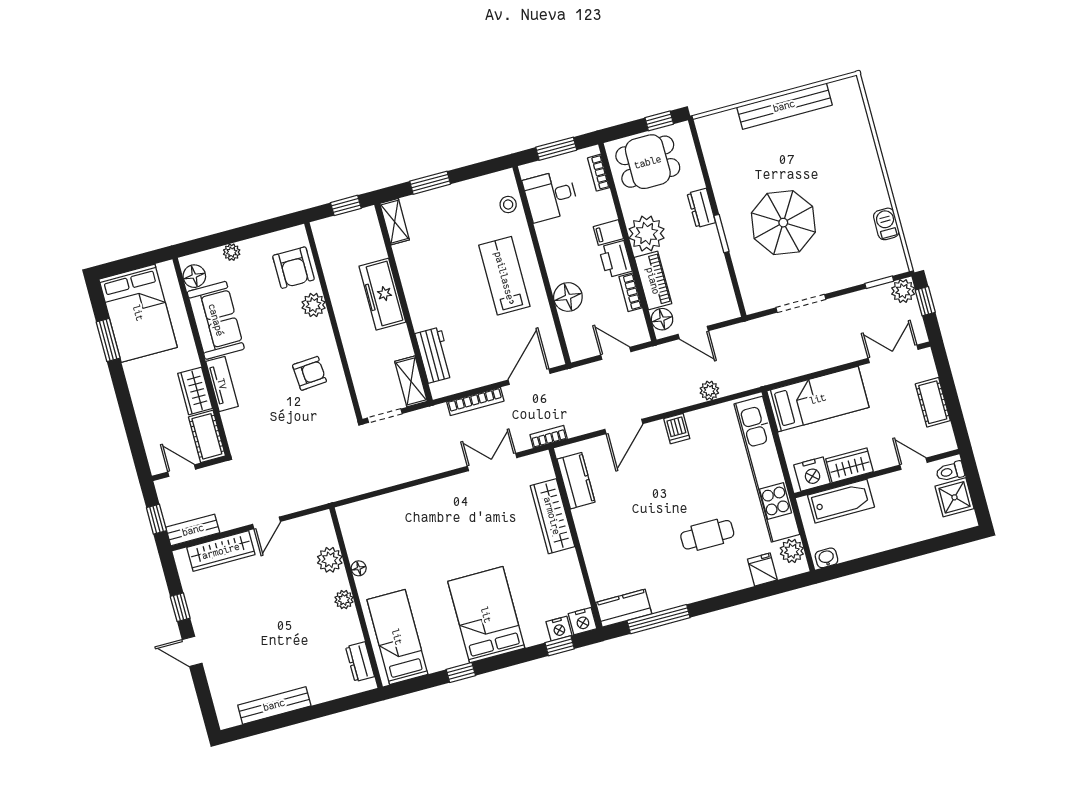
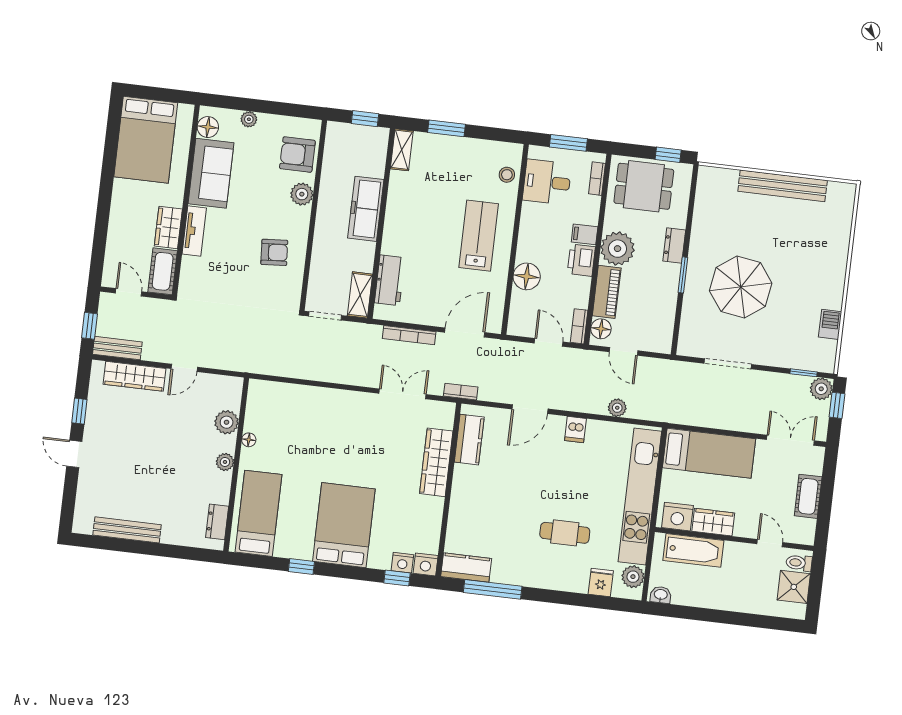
armchair: (294, 268) -> (297, 155), turned 90
bookcase: (631, 292) -> (579, 326), moved
window: (108, 340) -> (110, 153), removed

